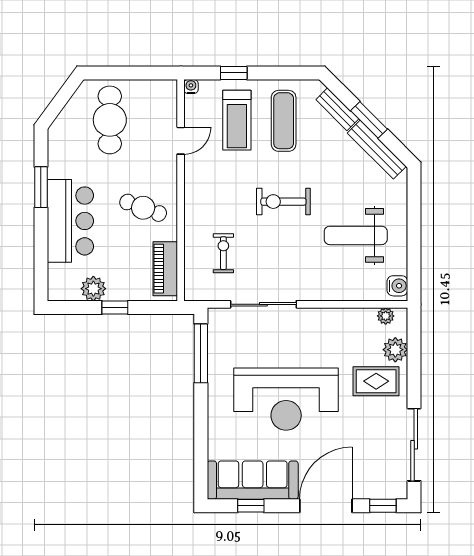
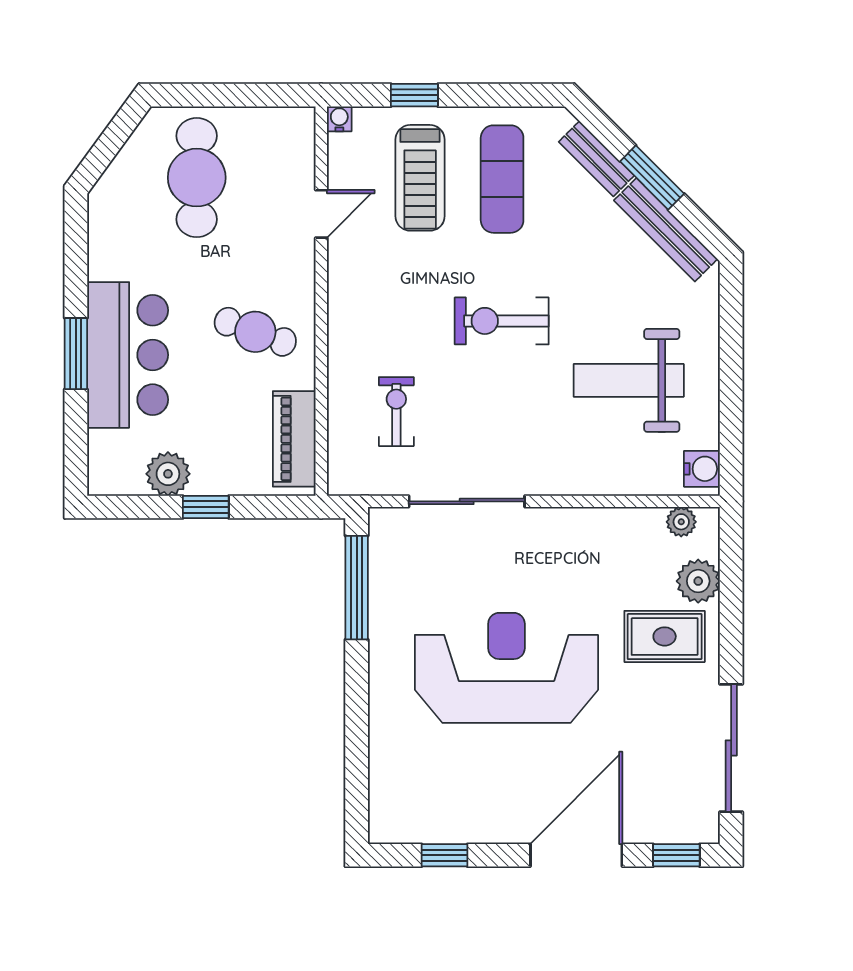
window: (41, 187) -> (76, 354), moved
reception desk: (286, 399) -> (506, 668), turned 180
sofa: (253, 480) -> (448, 810), removed

